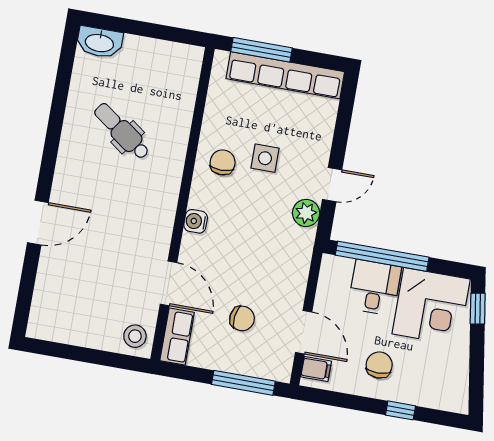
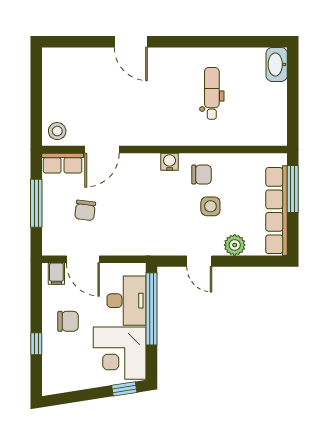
dental chair: (122, 131) -> (212, 93), turned -36
plant: (306, 213) -> (235, 245), moved
water cooler: (196, 221) -> (170, 162), moved
desk: (375, 288) -> (126, 301), width x1.37
door: (304, 332) -> (83, 259), hinge flipped
window: (243, 383) -> (36, 203), moved

